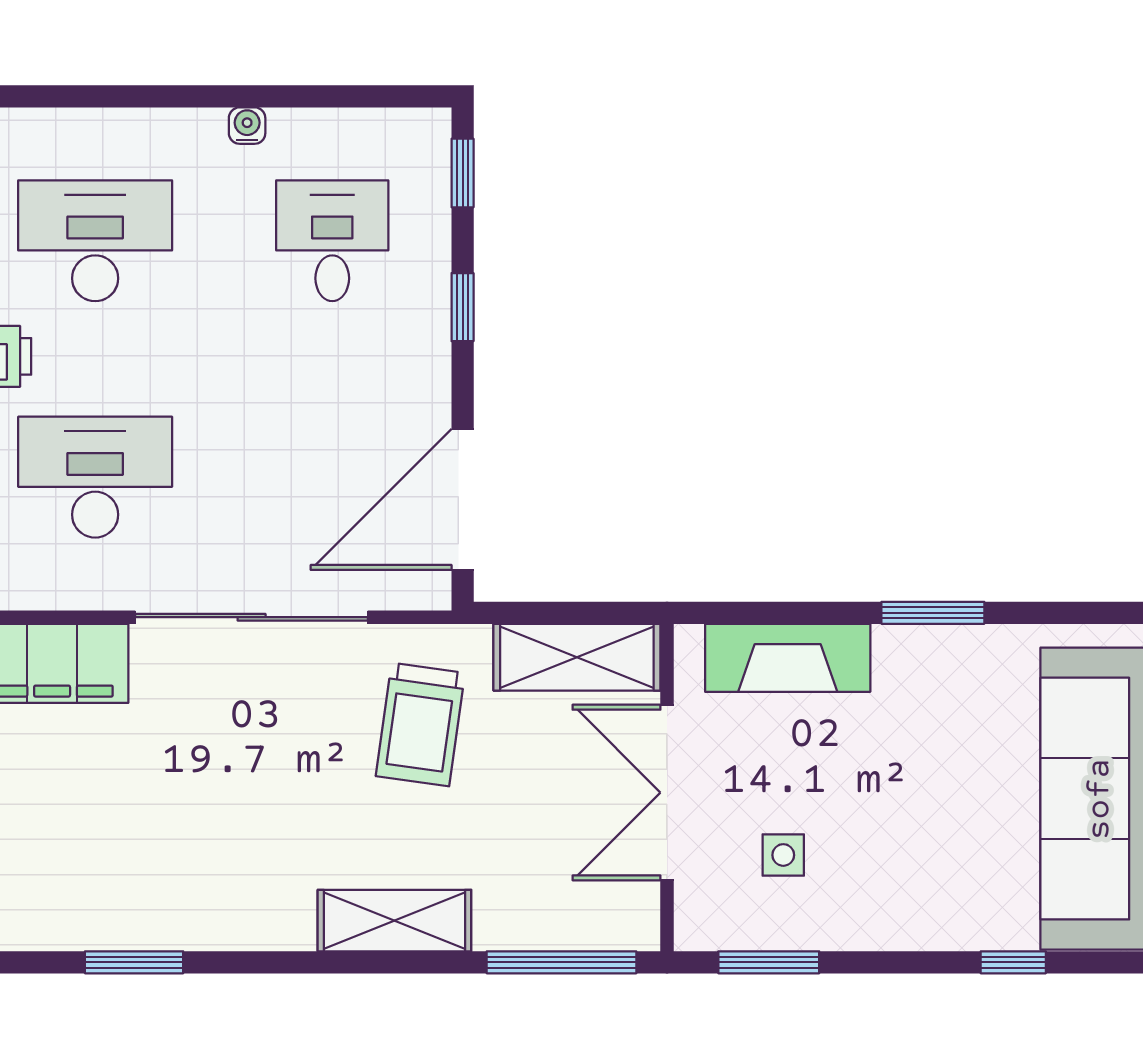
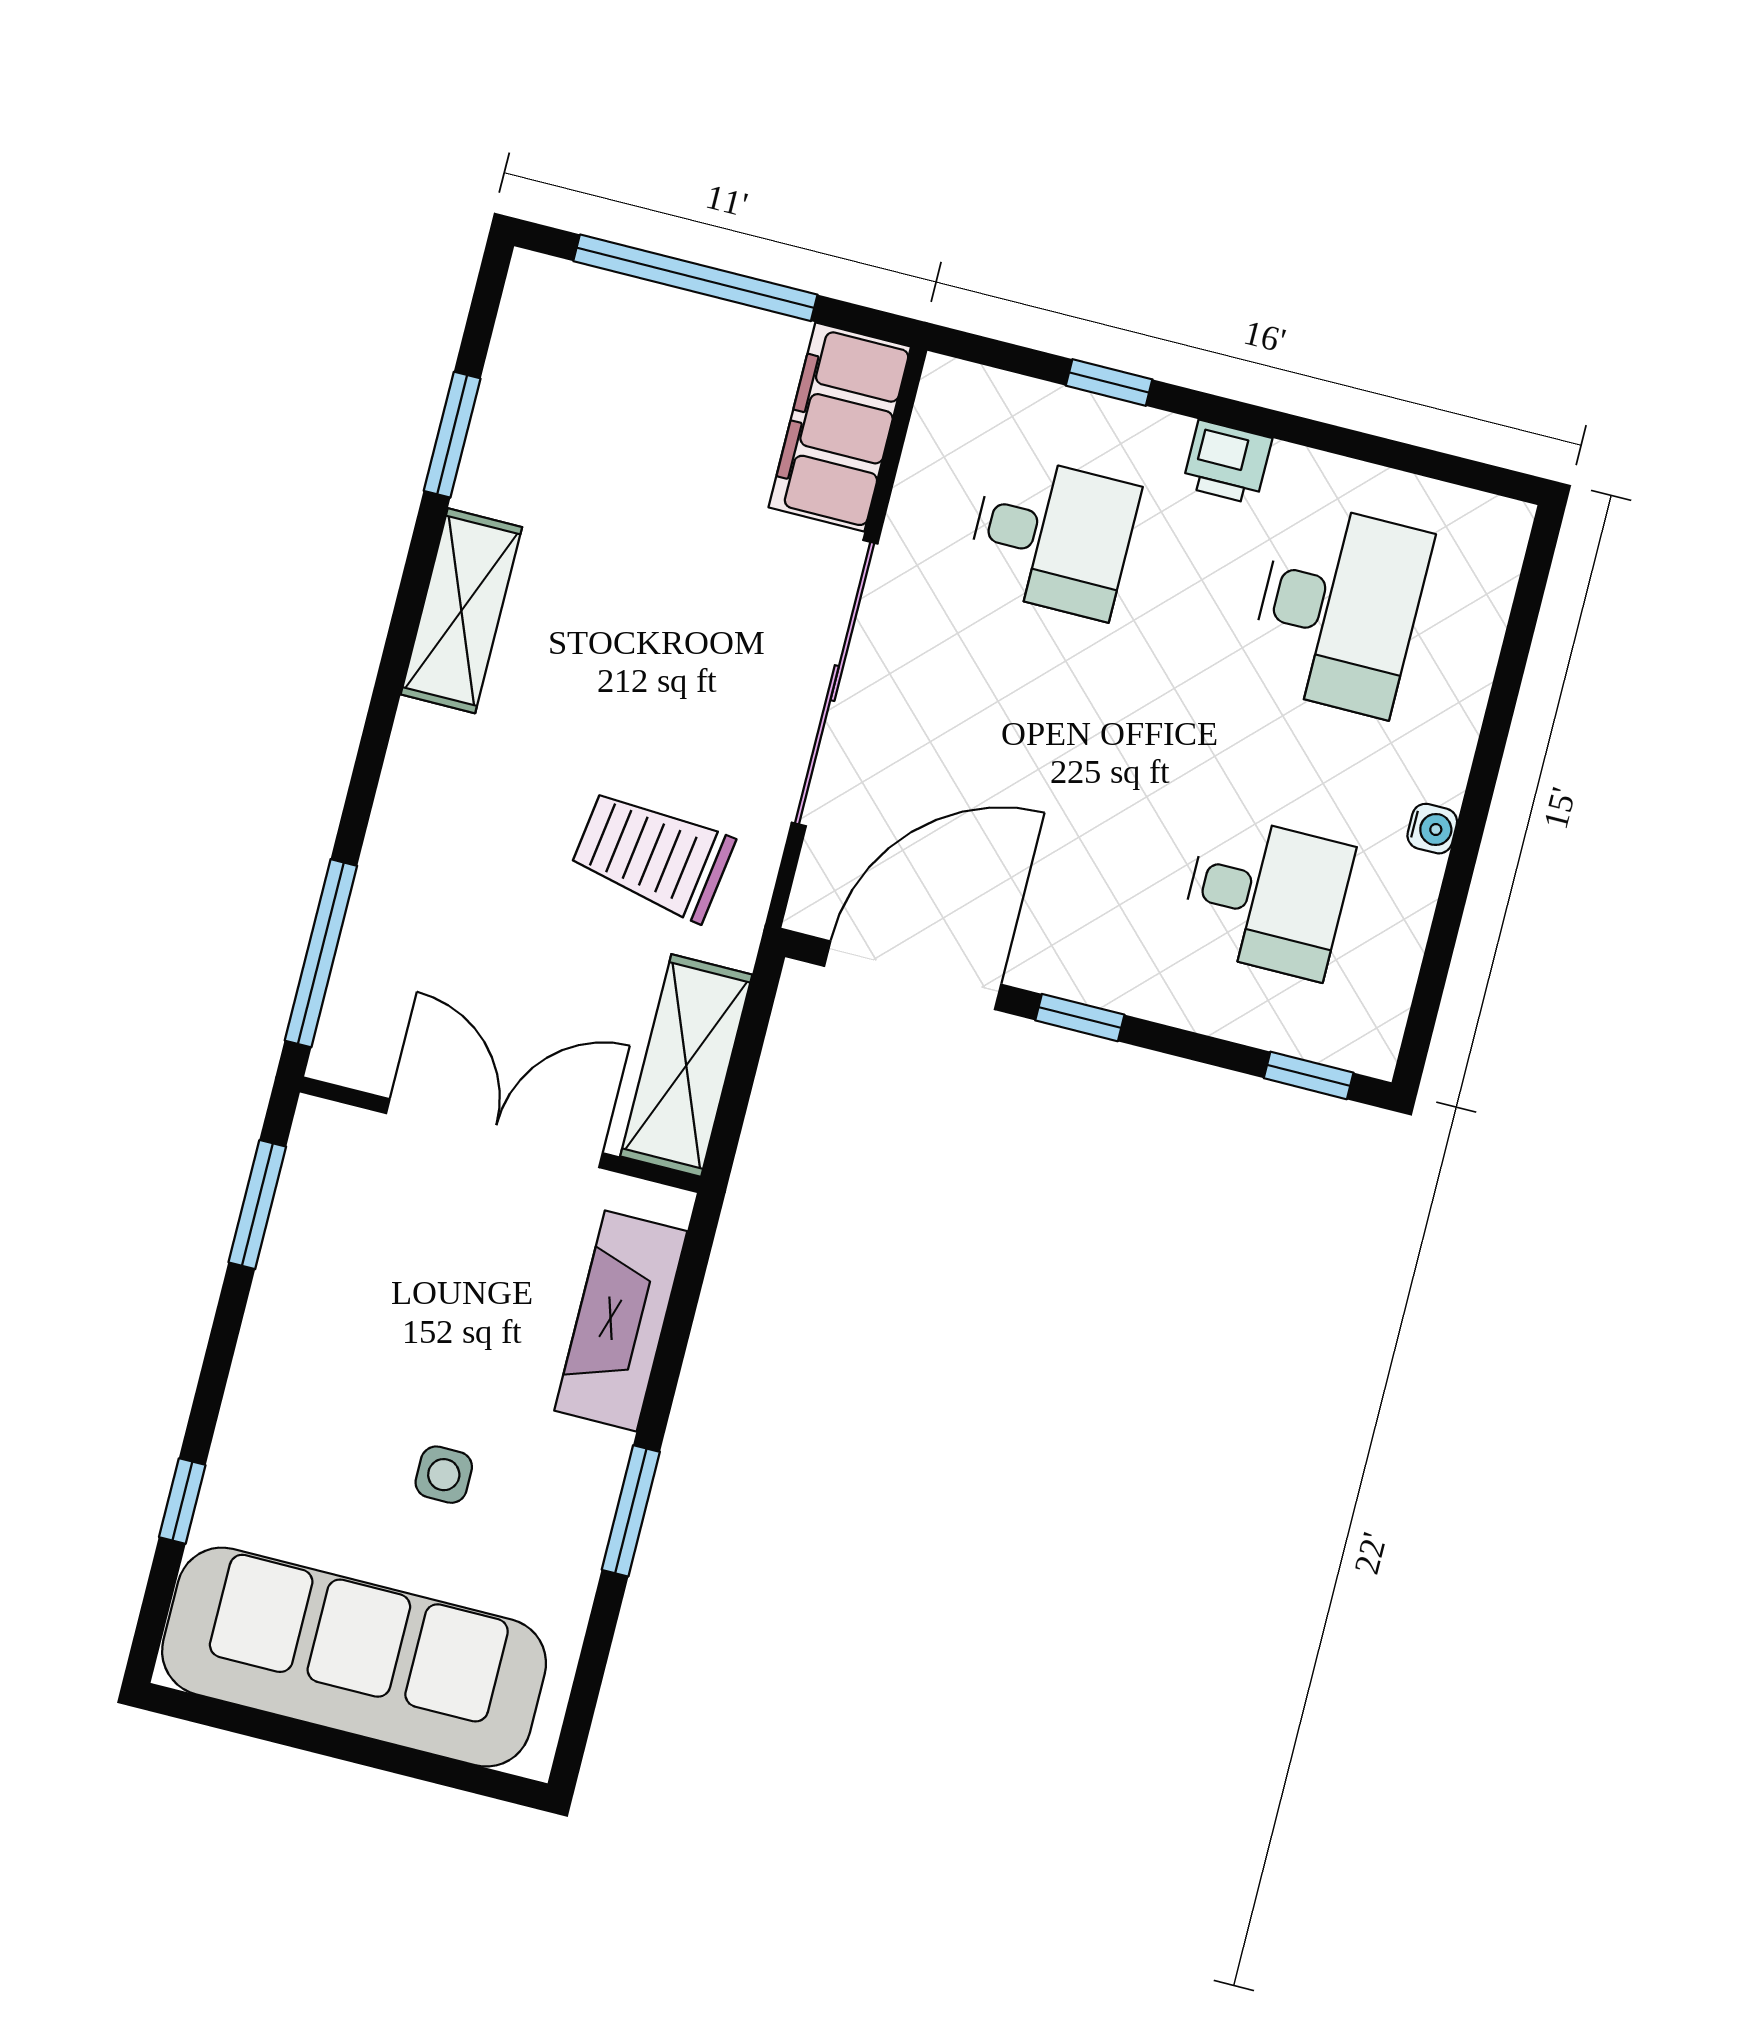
window: (463, 307) -> (1080, 1018), moved
desk: (95, 477) -> (1052, 536), width x0.73
door: (463, 499) -> (913, 975), hinge flipped
side table: (783, 855) -> (444, 1475), moved
shelving: (394, 921) -> (461, 611), moved

